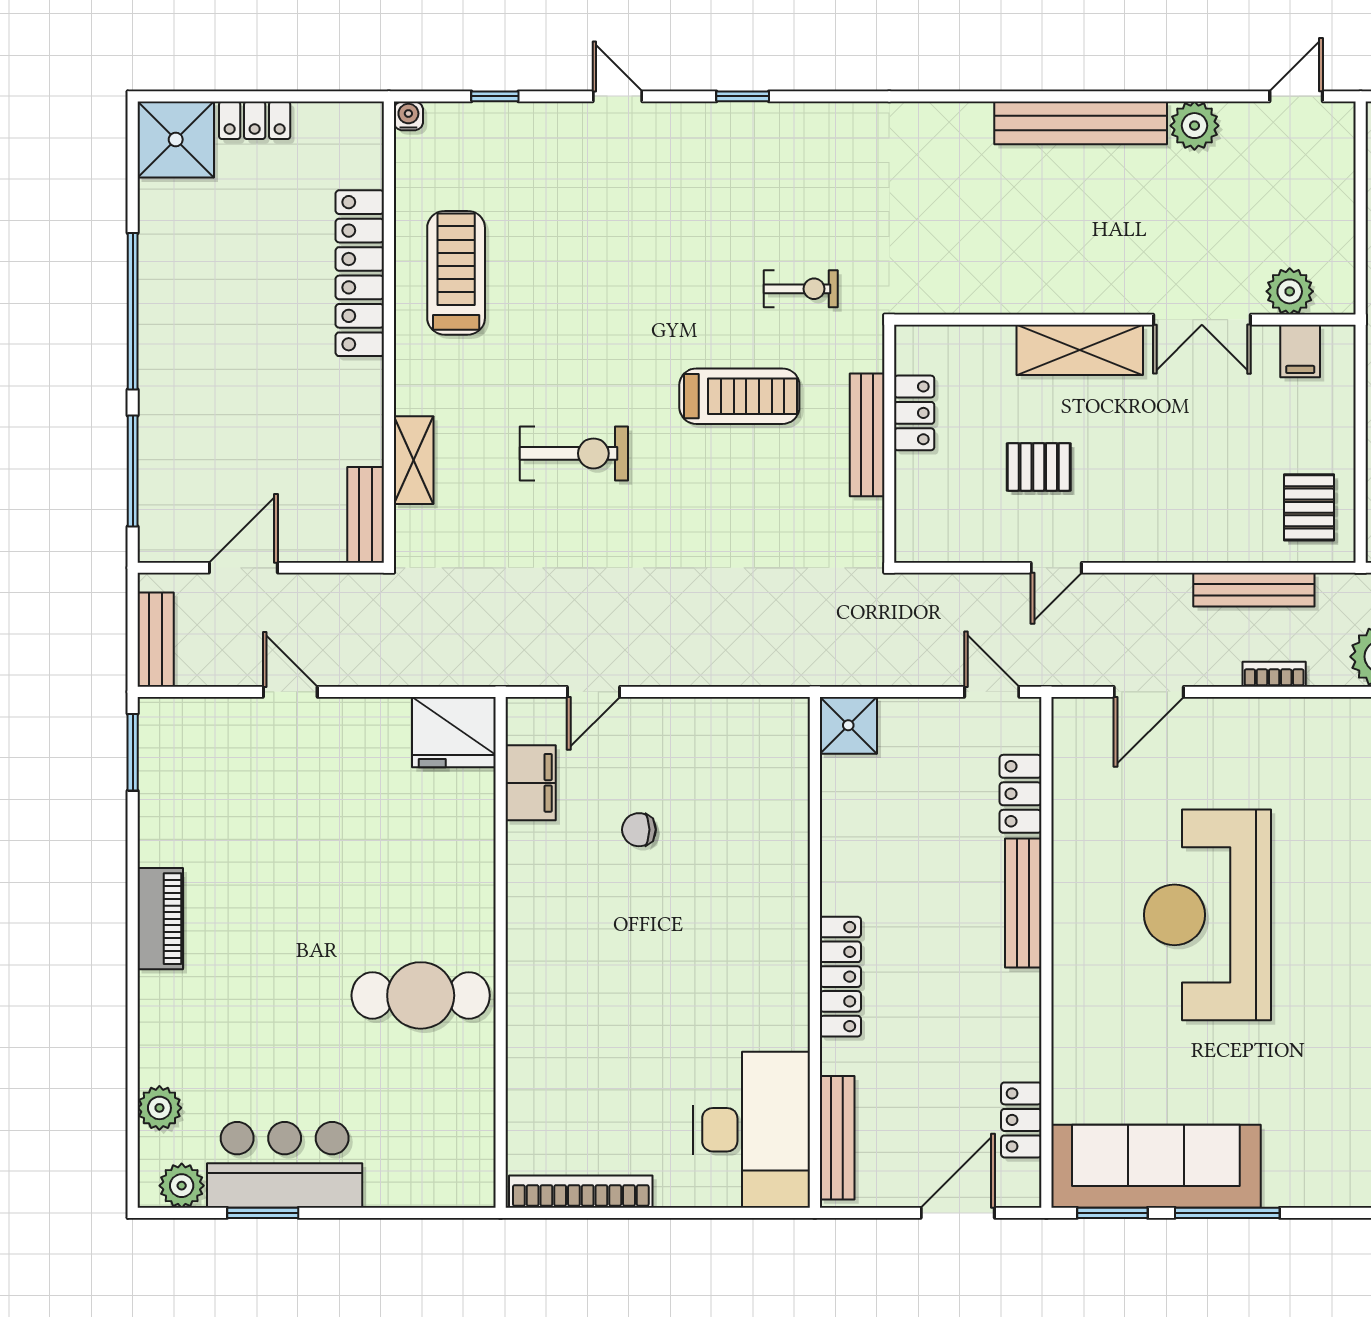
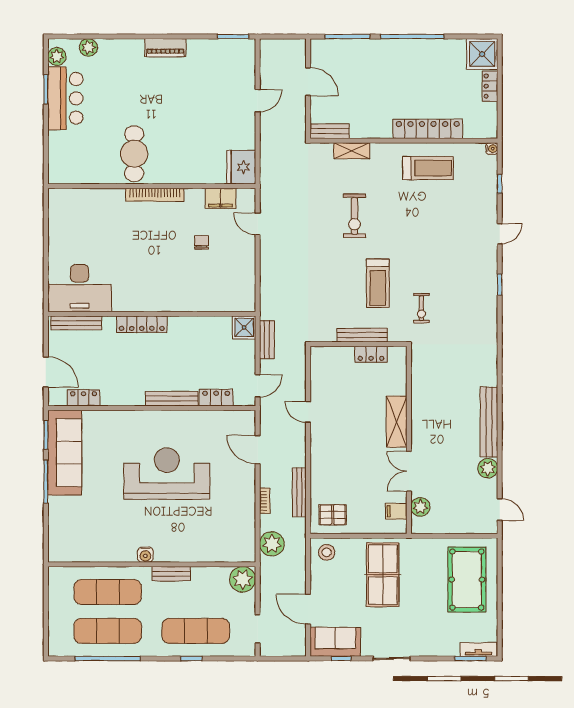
pallet: (1039, 467) -> (349, 405), removed
bench: (156, 640) -> (267, 340), moved, turned 90
bookcase: (581, 1192) -> (155, 195), moved, turned 90

